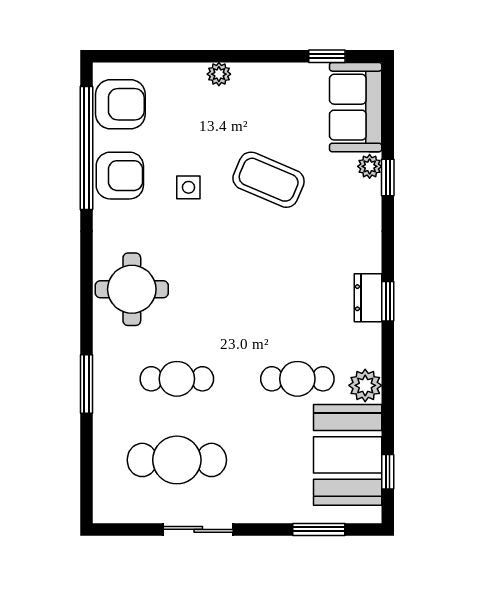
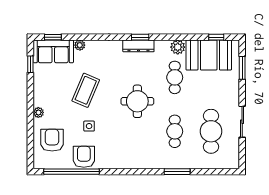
armchair: (120, 104) -> (52, 140), moved
window: (388, 178) -> (53, 37), moved
round table: (132, 289) -> (137, 101), moved
dresser: (368, 298) -> (138, 46), width x1.44

